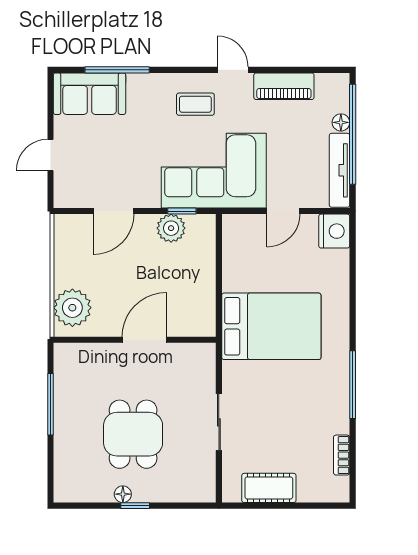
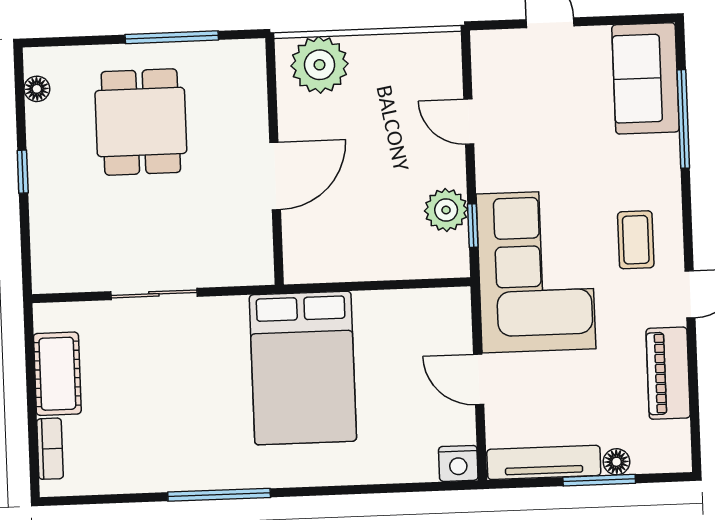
window: (353, 134) -> (599, 480), width x0.47
door: (113, 211) -> (469, 122), width x0.73
nightstand: (334, 231) -> (458, 463), width x0.74, depth x0.75
door: (144, 340) -> (275, 176), hinge flipped
dining table: (133, 434) -> (141, 122), moved, turned 90
bookcase: (342, 455) -> (50, 449), moved, turned 90
floor lamp: (123, 494) -> (37, 89), moved

